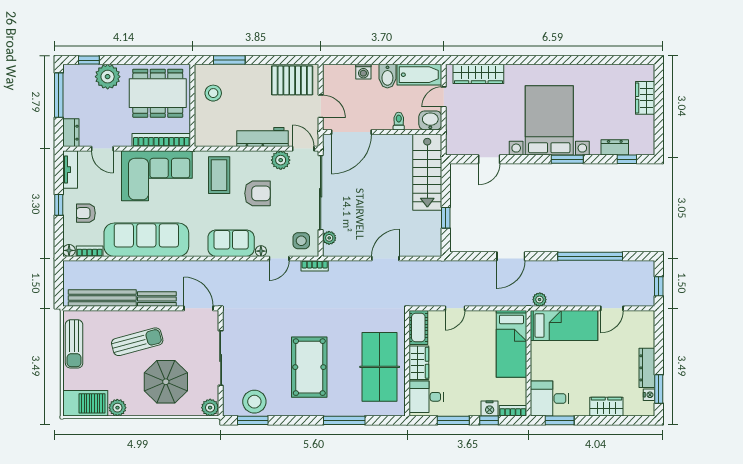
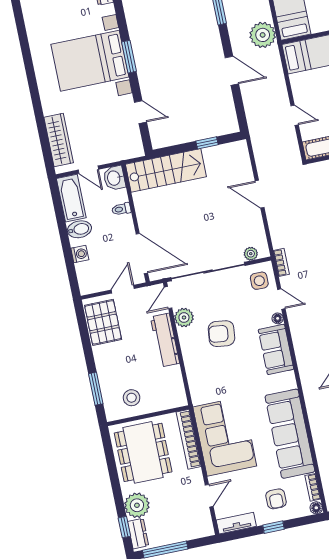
dresser: (71, 133) -> (138, 534), moved, turned 90
window: (567, 159) -> (129, 57), moved
coffee table: (219, 175) -> (211, 375), removed
armchair: (257, 193) -> (221, 334), turned -83
plant: (540, 300) -> (263, 35), width x1.88, depth x1.88

